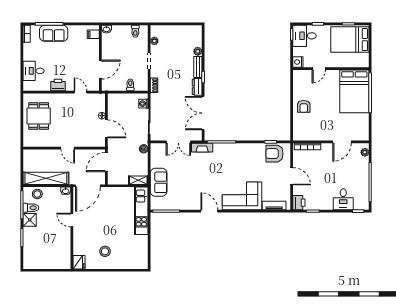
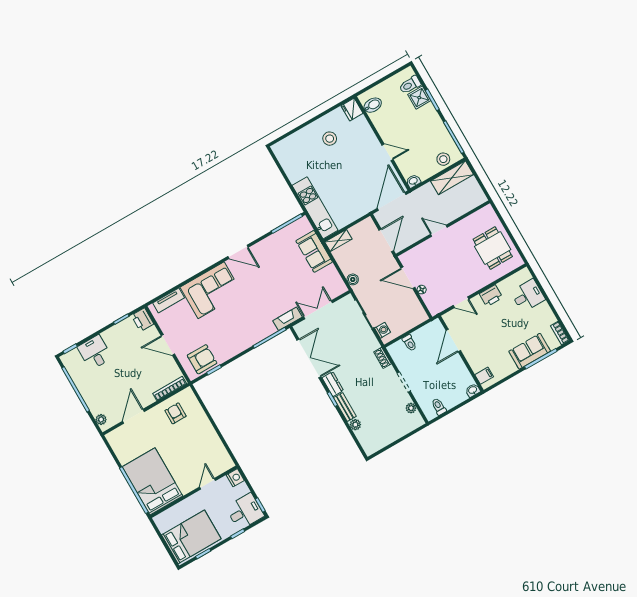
armchair: (304, 106) -> (176, 413), moved
shelving: (46, 178) -> (452, 178), width x0.68
toilet: (31, 208) -> (410, 85), moved
shower: (30, 220) -> (419, 98), moved
bidet: (64, 257) -> (373, 105), added

